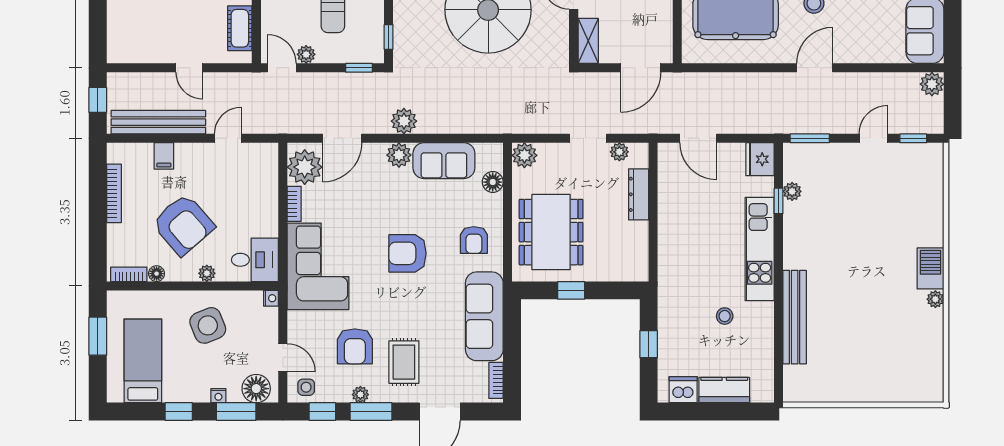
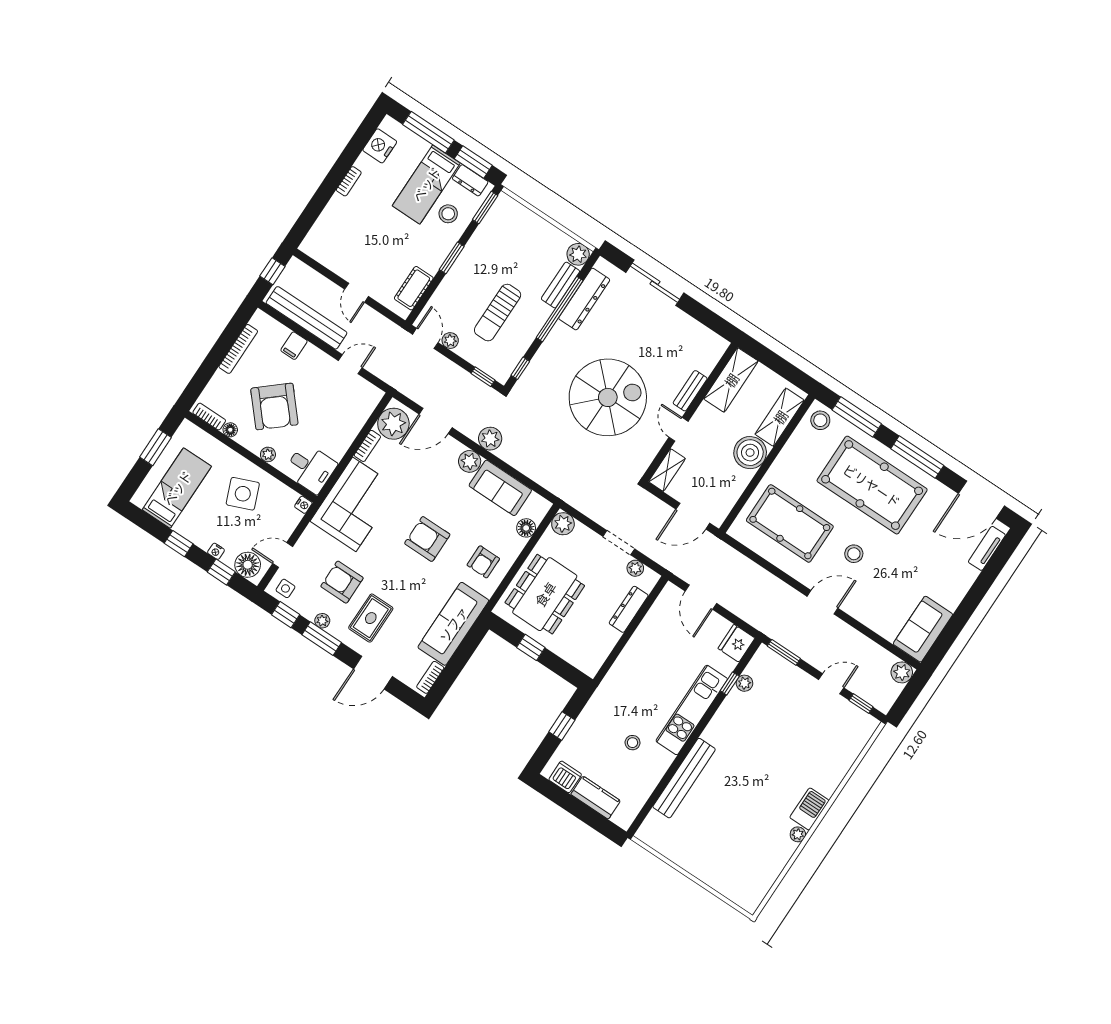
armchair: (355, 346) -> (342, 582), turned 90
door: (283, 358) -> (283, 555), swing flipped
window: (236, 412) -> (221, 572), width x0.67

